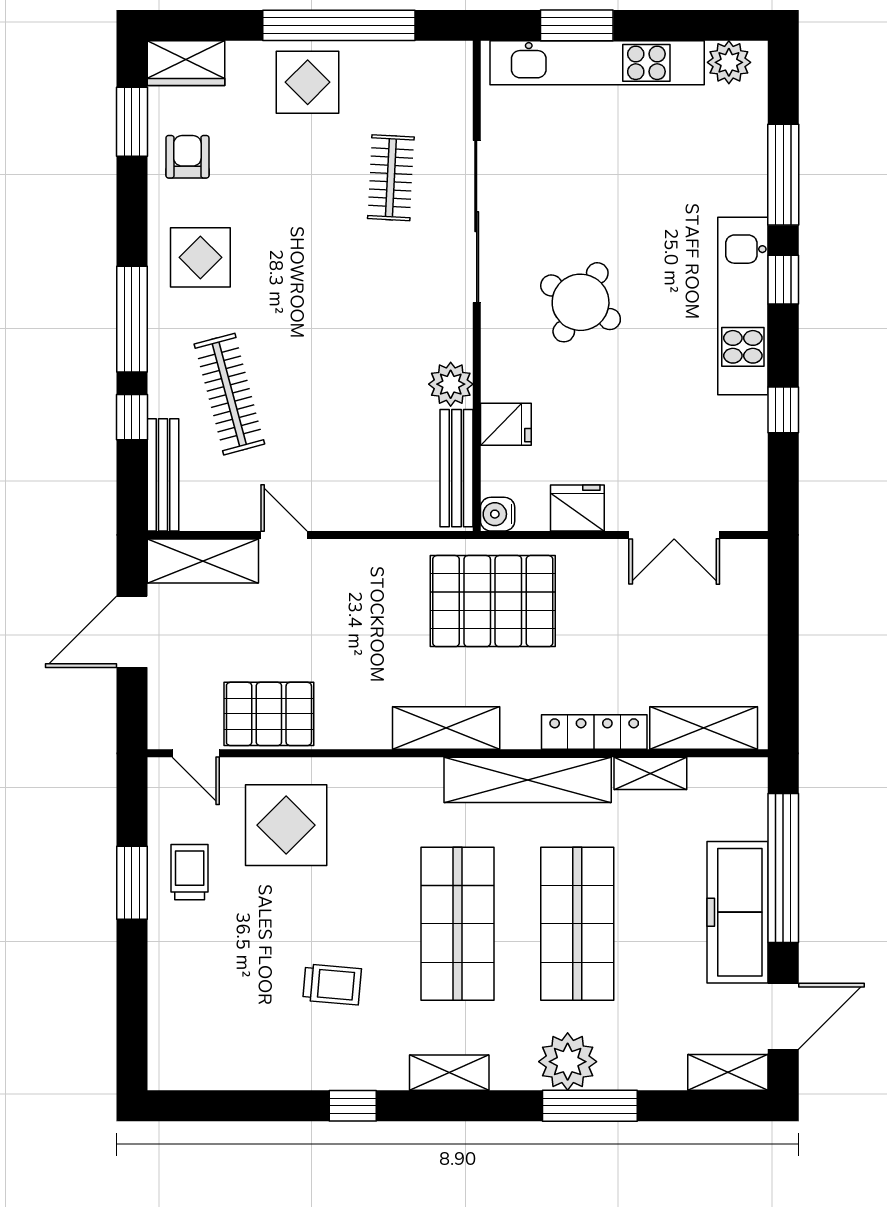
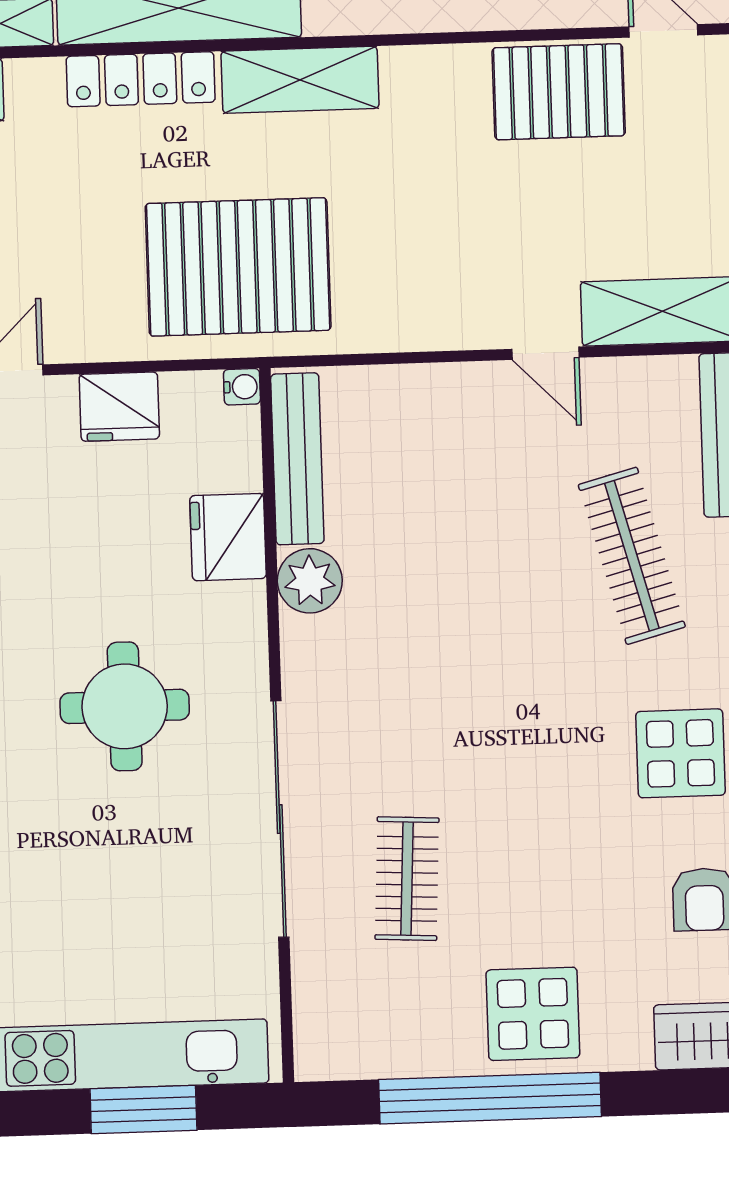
round table: (581, 302) -> (125, 706), turned -30
fridge: (506, 424) -> (228, 537), width x1.38
water cooler: (498, 514) -> (242, 387), width x0.72, depth x0.72
locker: (594, 732) -> (141, 79), moved

